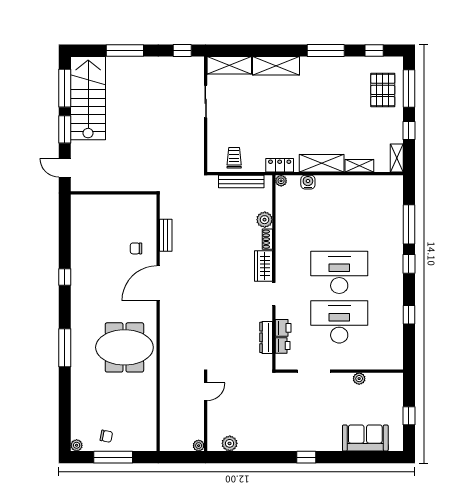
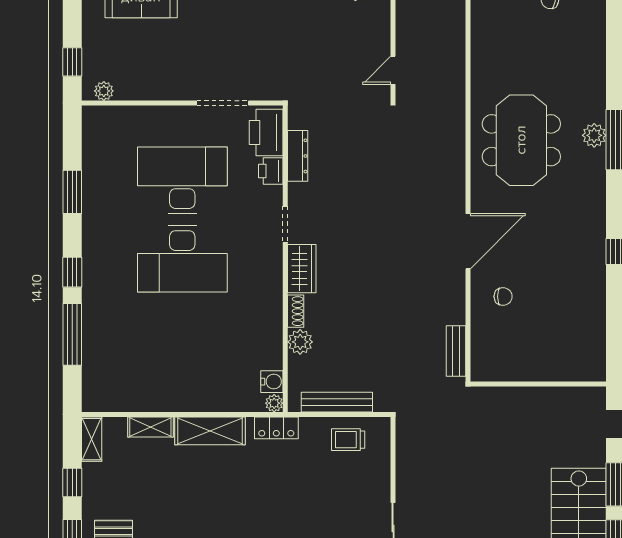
trolley: (234, 158) -> (348, 440), turned 90
water cooler: (308, 182) -> (272, 382), moved, turned -90
bench: (166, 235) -> (456, 351), moved
window: (409, 315) -> (72, 192), width x1.50
desk: (339, 322) -> (182, 180), turned 180
printer: (283, 345) -> (266, 132), width x1.87, depth x1.48
meeting table: (124, 347) -> (521, 140), turned 90
plant: (78, 351) -> (594, 135), added
plant: (359, 379) -> (104, 91), moved
window: (409, 416) -> (72, 62), moved

